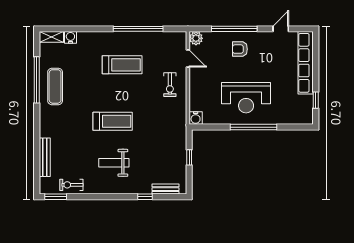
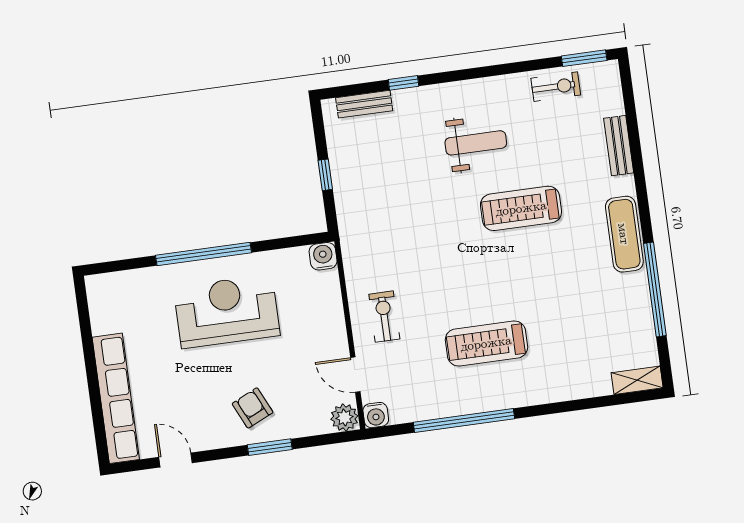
window: (234, 29) -> (270, 447), width x0.47
door: (281, 29) -> (176, 460), swing flipped
water cooler: (70, 37) -> (376, 415), moved
armchair: (240, 49) -> (253, 408), turned -115
exercise mat: (55, 86) -> (624, 234), moved
window: (316, 100) -> (85, 326), removed
treadmill: (113, 121) -> (521, 208), moved
bench: (45, 157) -> (619, 146), width x0.73

